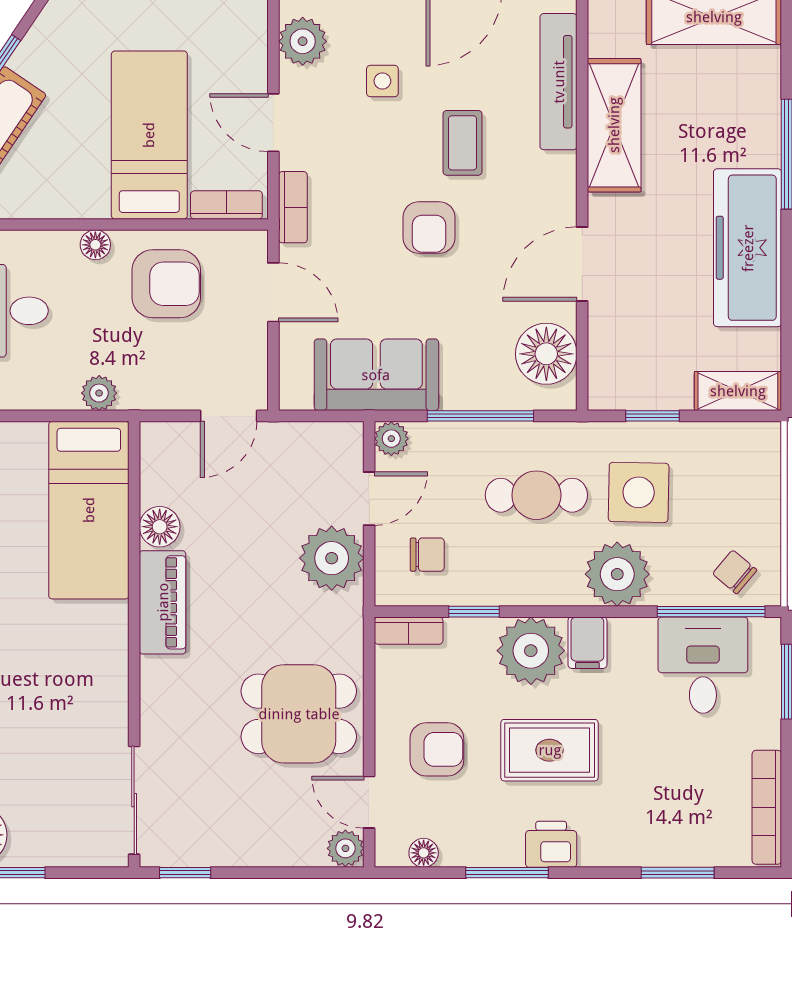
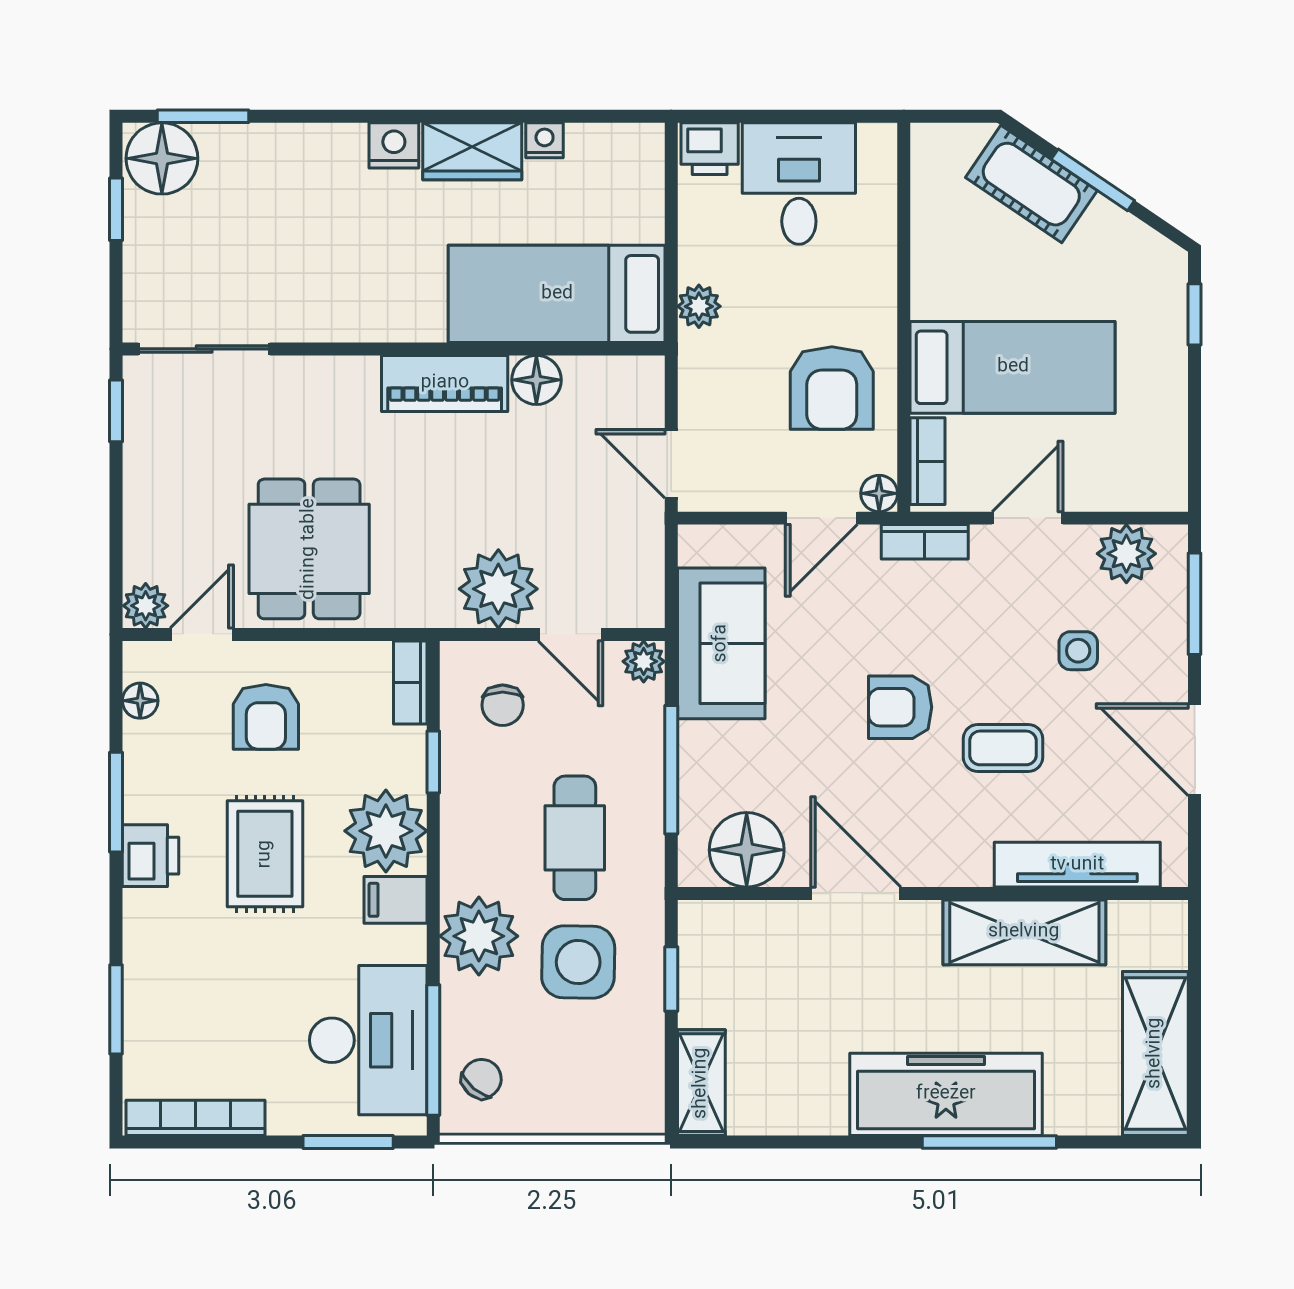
floor lamp: (95, 245) -> (879, 493), moved
freezer: (748, 248) -> (946, 1094), moved
desk: (703, 665) -> (368, 1040), width x1.37

